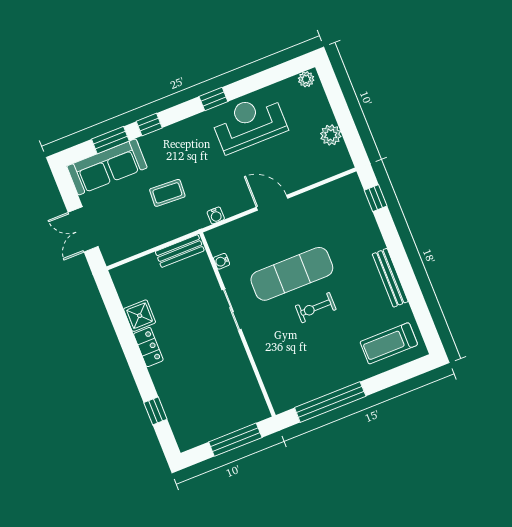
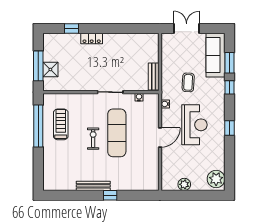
plant: (306, 79) -> (216, 179), width x1.88, depth x1.88
reception desk: (249, 123) -> (194, 125), moved
window: (376, 198) -> (110, 195), moved
shower: (140, 316) -> (50, 69), moved
treadmill: (389, 343) -> (61, 124), moved
locker: (148, 347) -> (92, 38), moved

